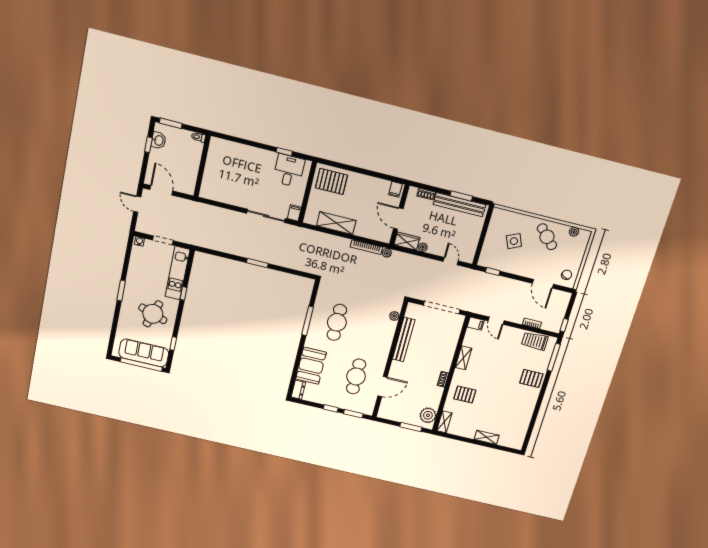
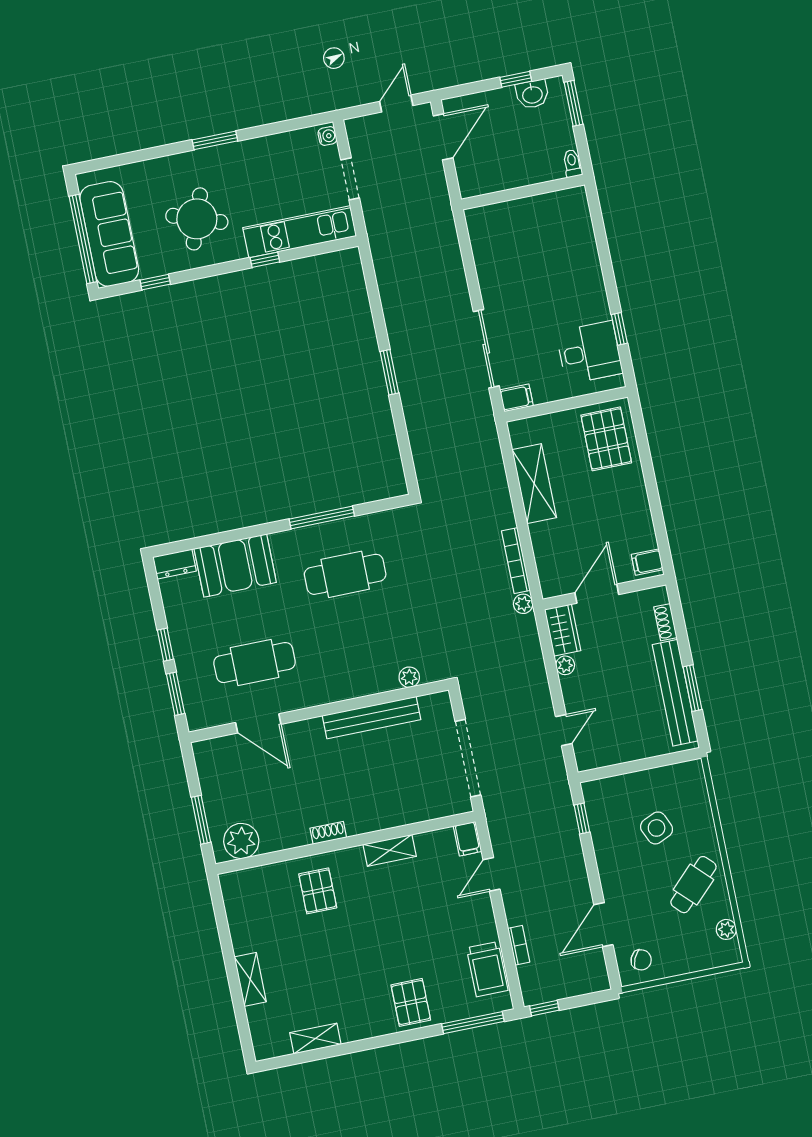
trolley: (535, 341) -> (487, 969), turned 180
shelving: (444, 422) -> (315, 1039), moved

